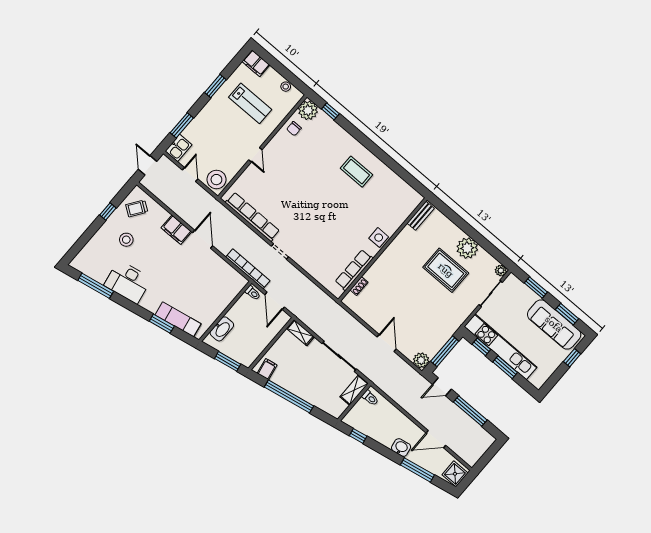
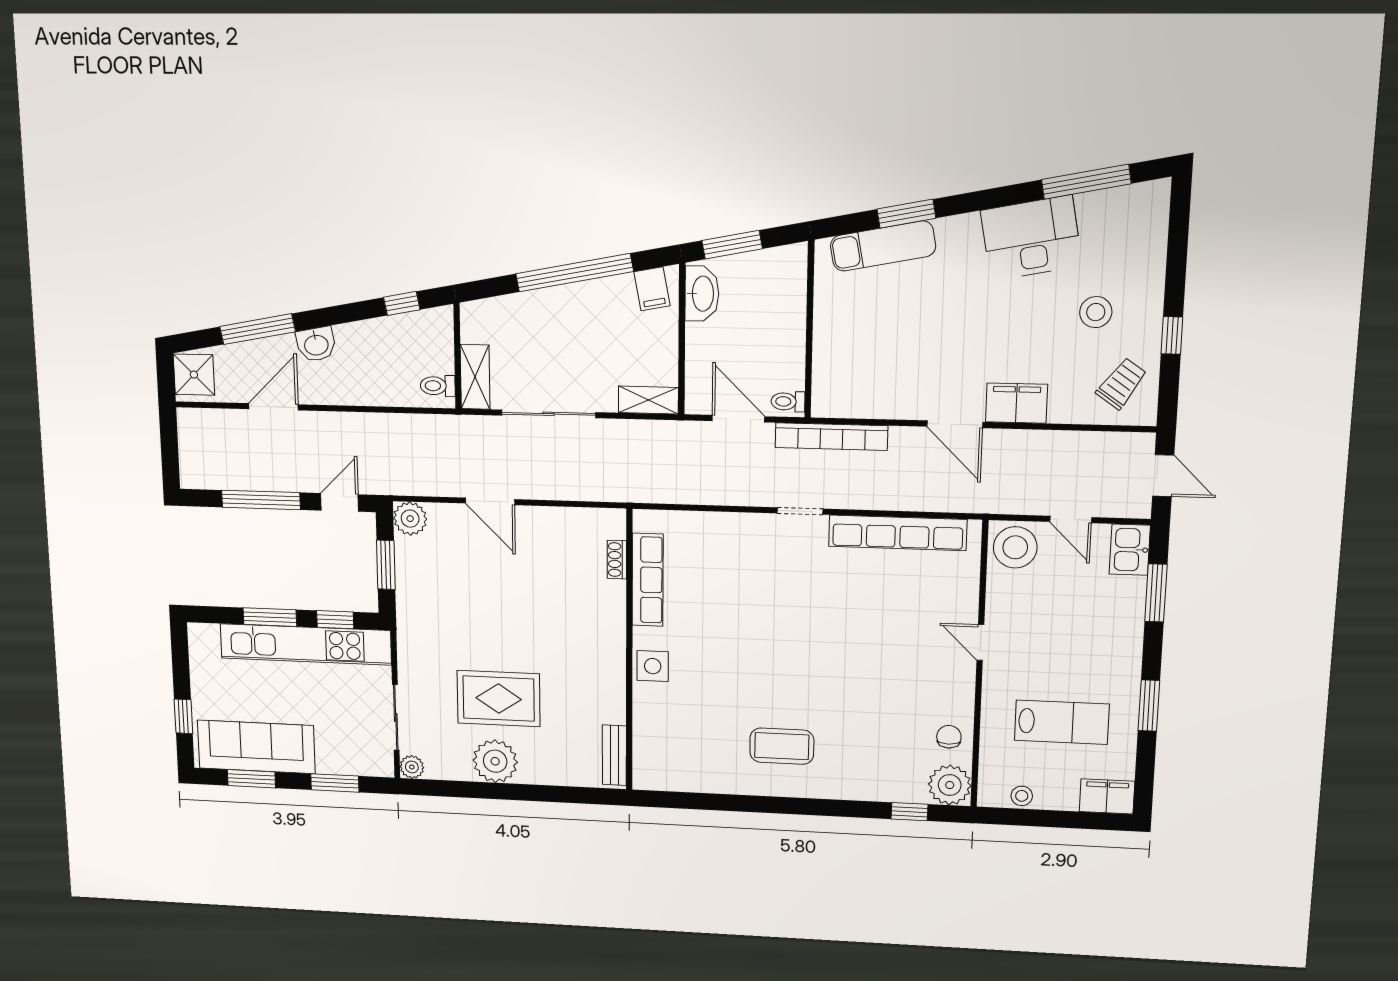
lab bench: (250, 103) -> (1062, 722), turned 180
washbasin: (222, 329) -> (702, 294), moved, turned 180
window: (445, 351) -> (386, 565), width x0.69

